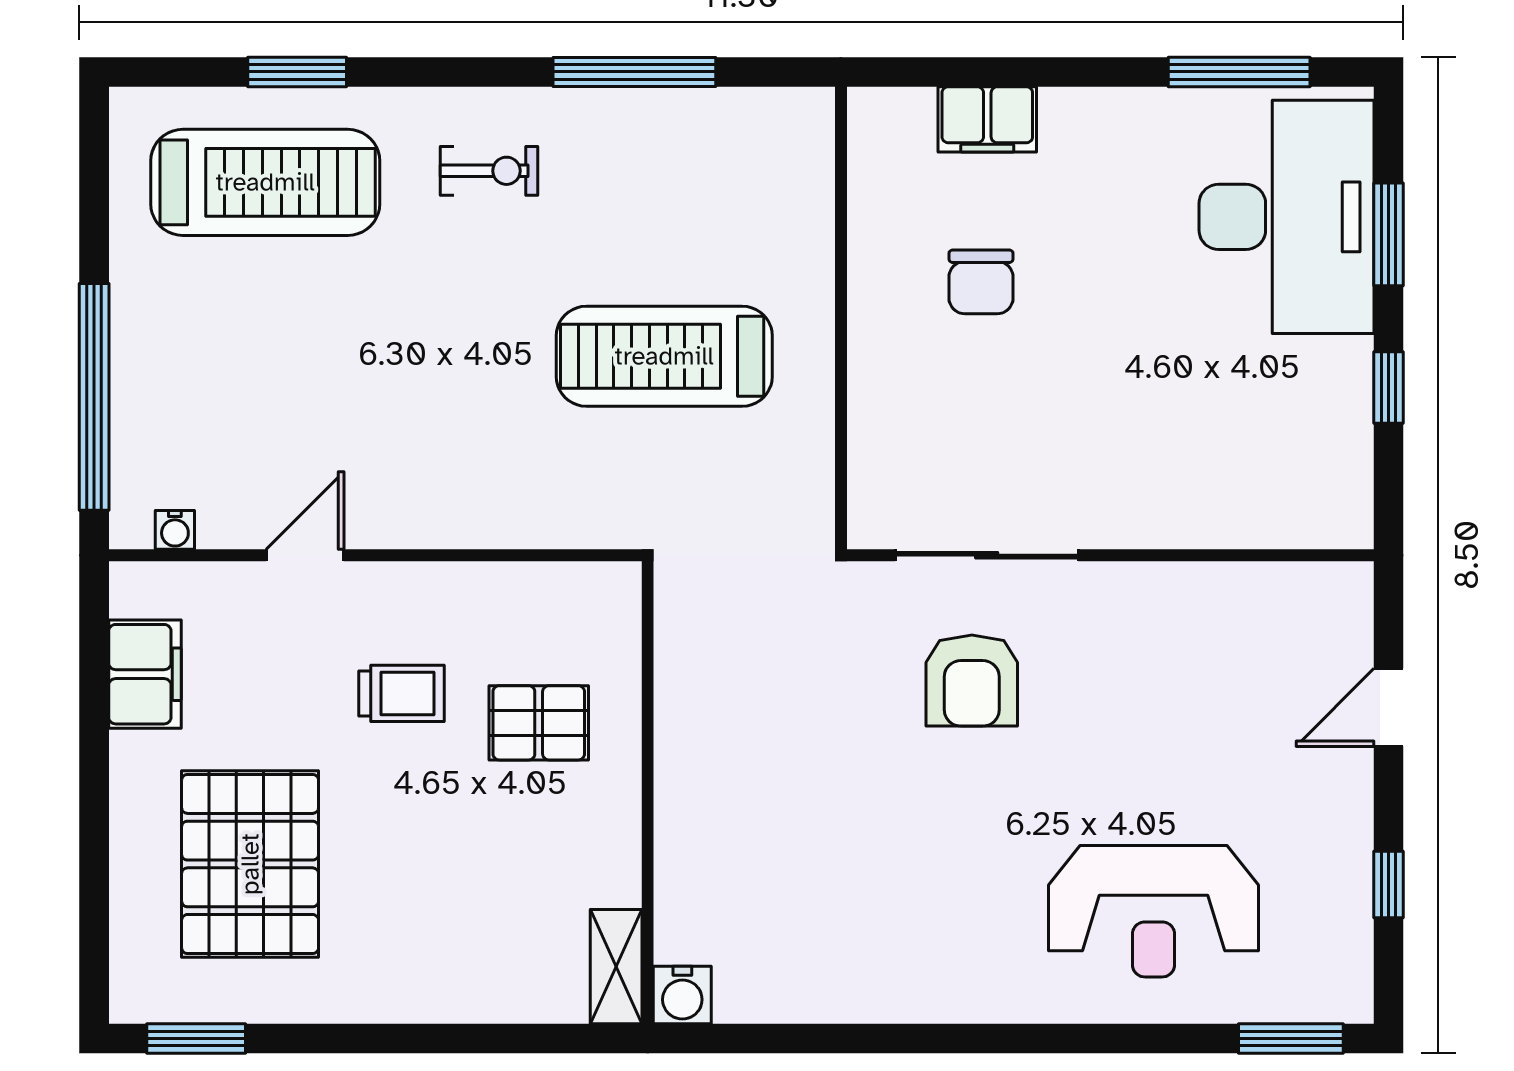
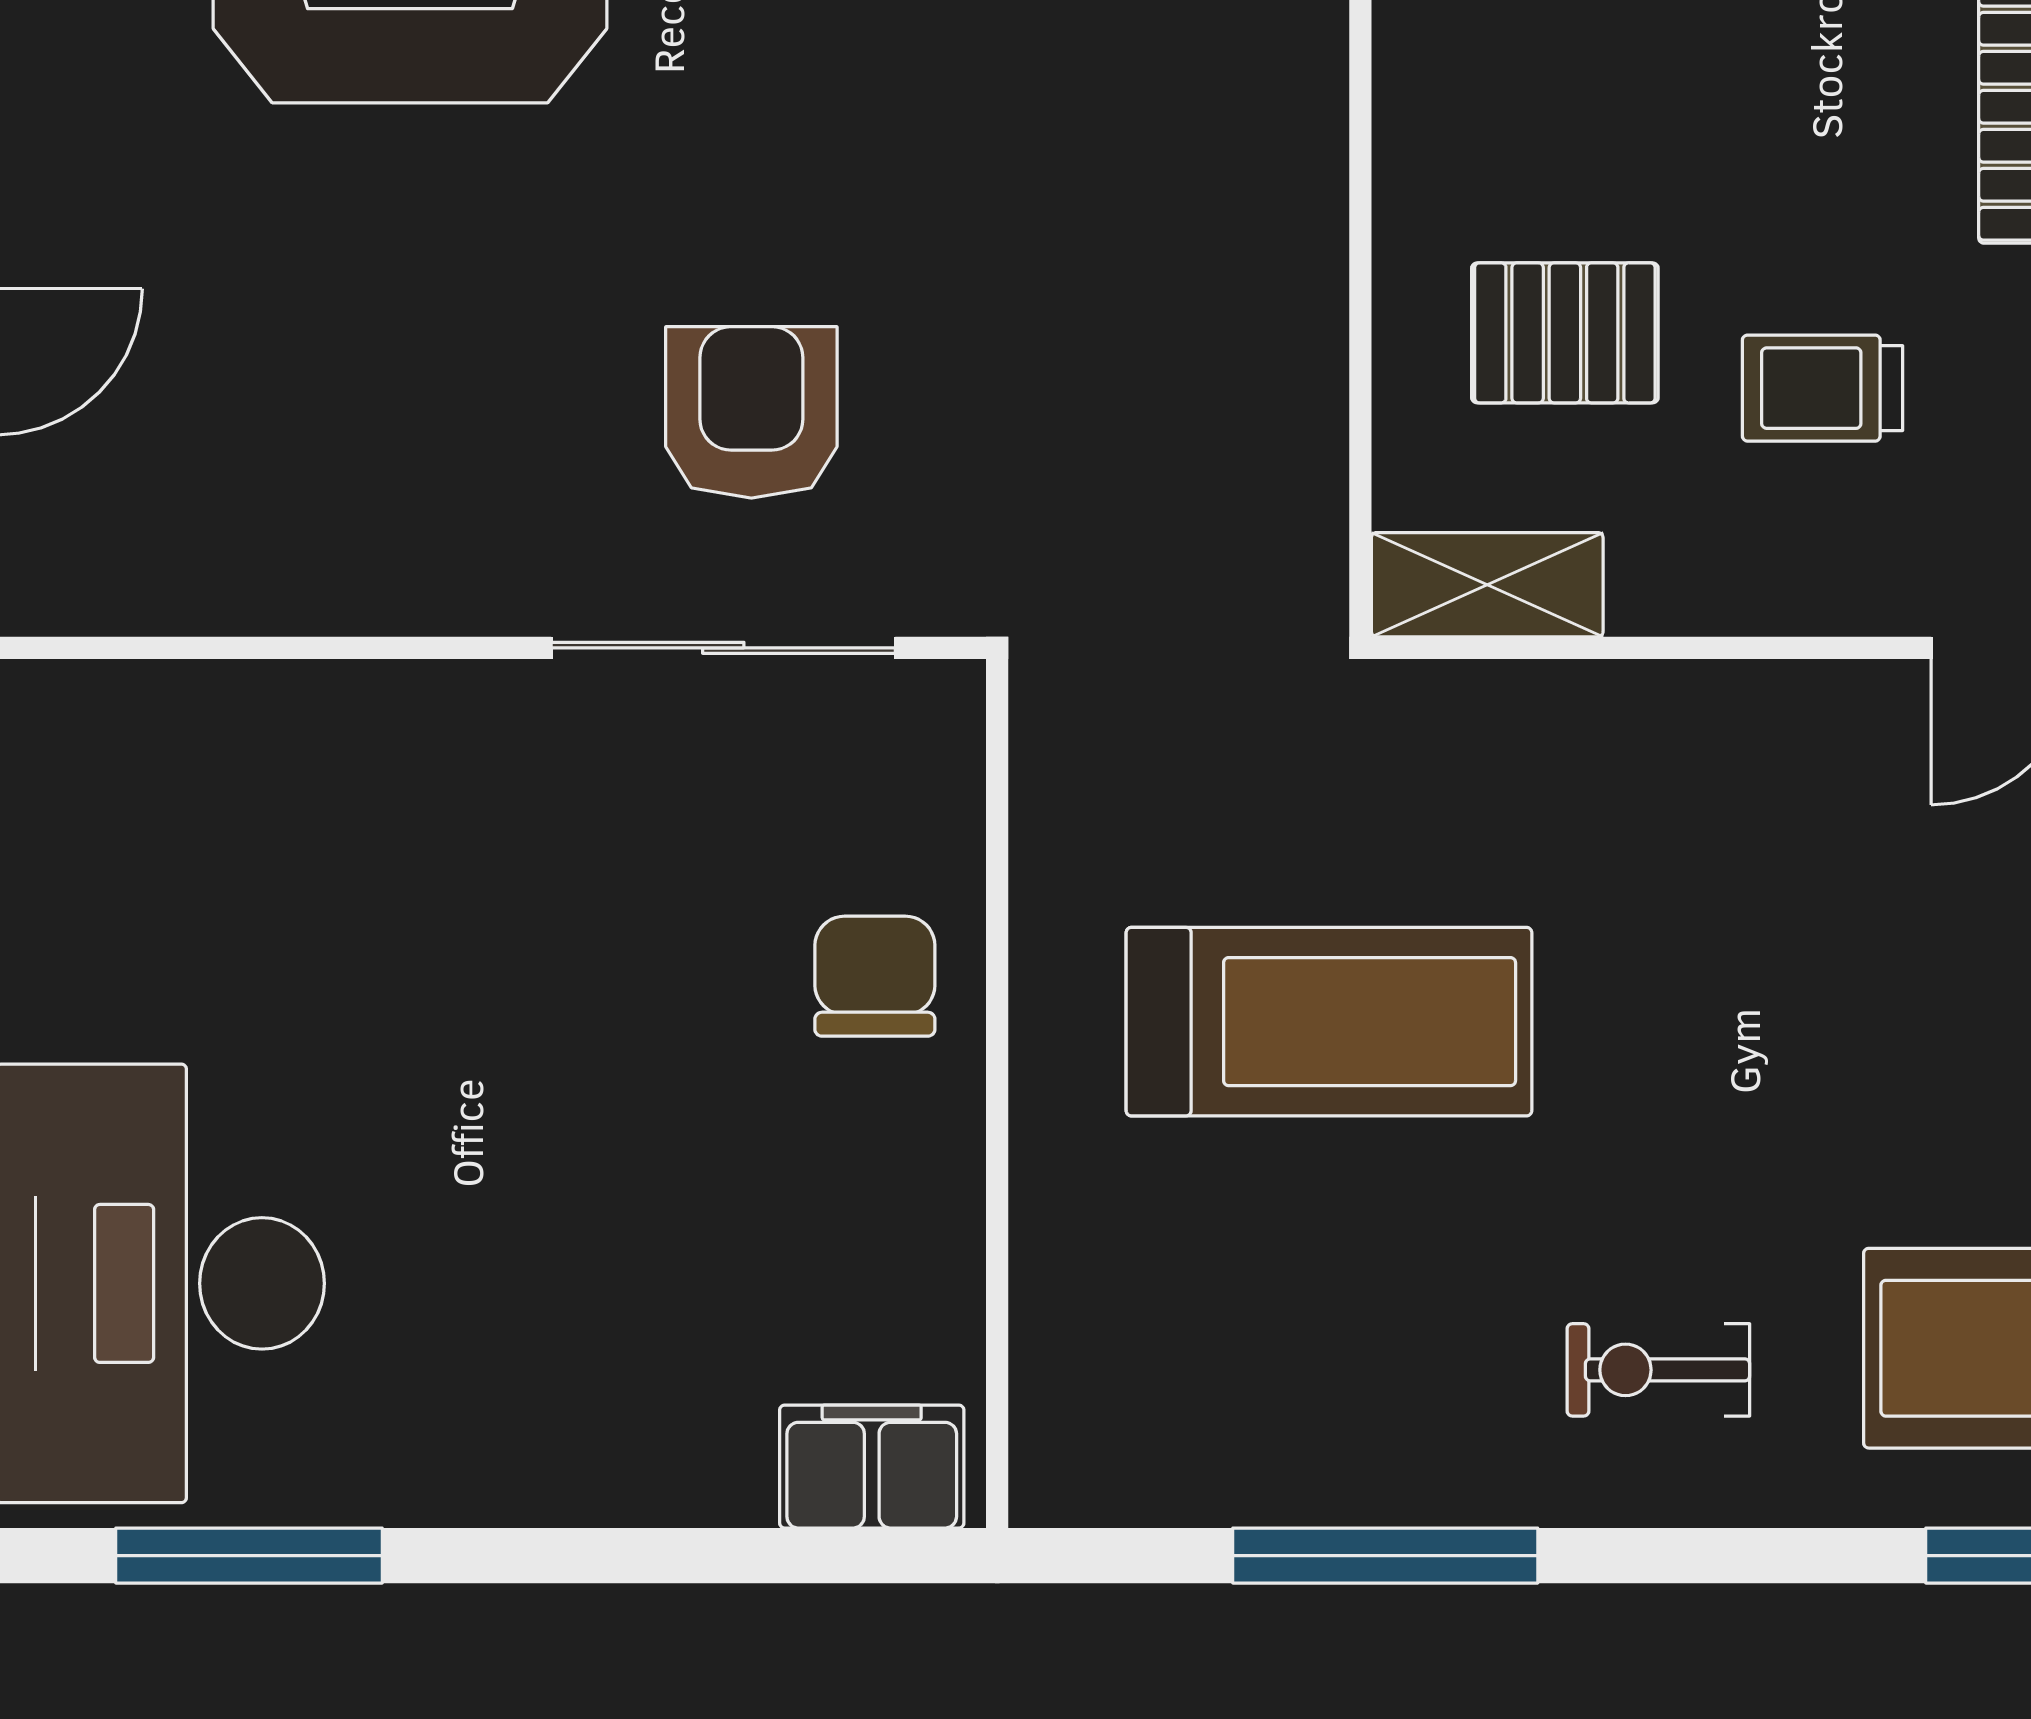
filing cabinet: (987, 119) -> (872, 1467), moved
chair: (981, 282) -> (875, 976), moved
shelving: (580, 589) -> (1487, 585), added

